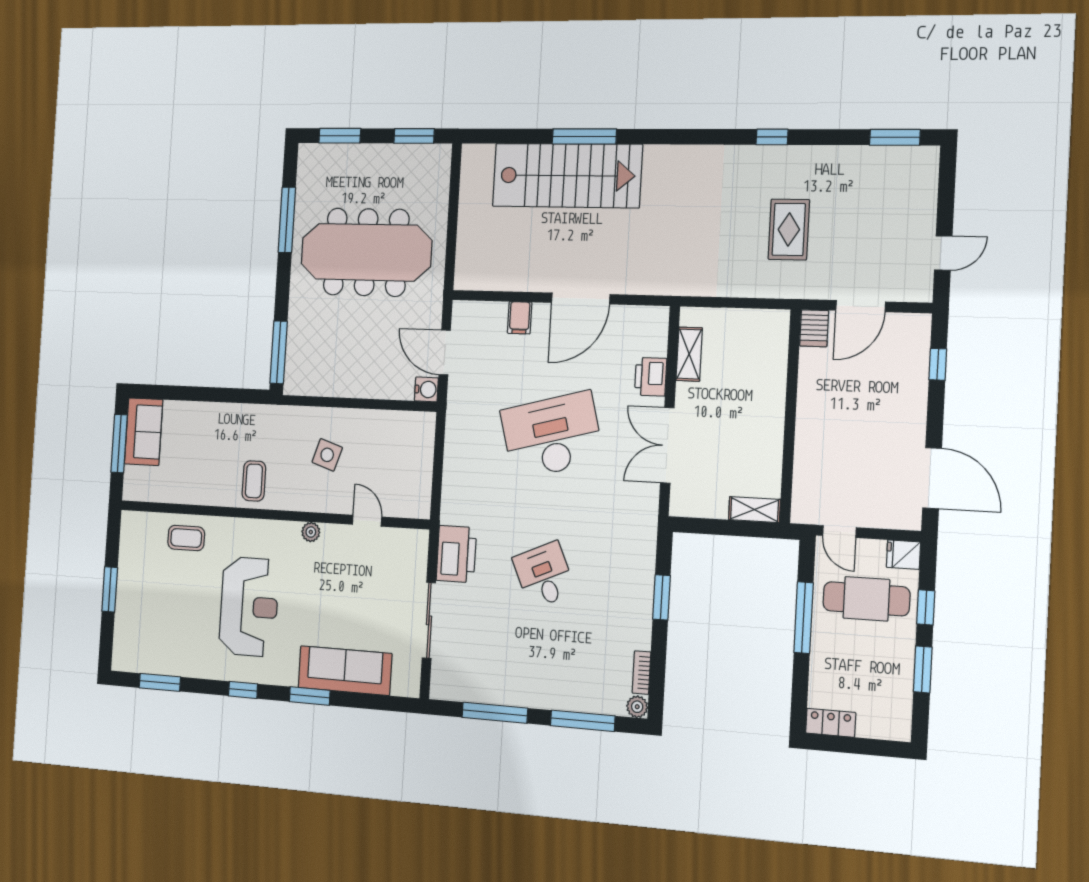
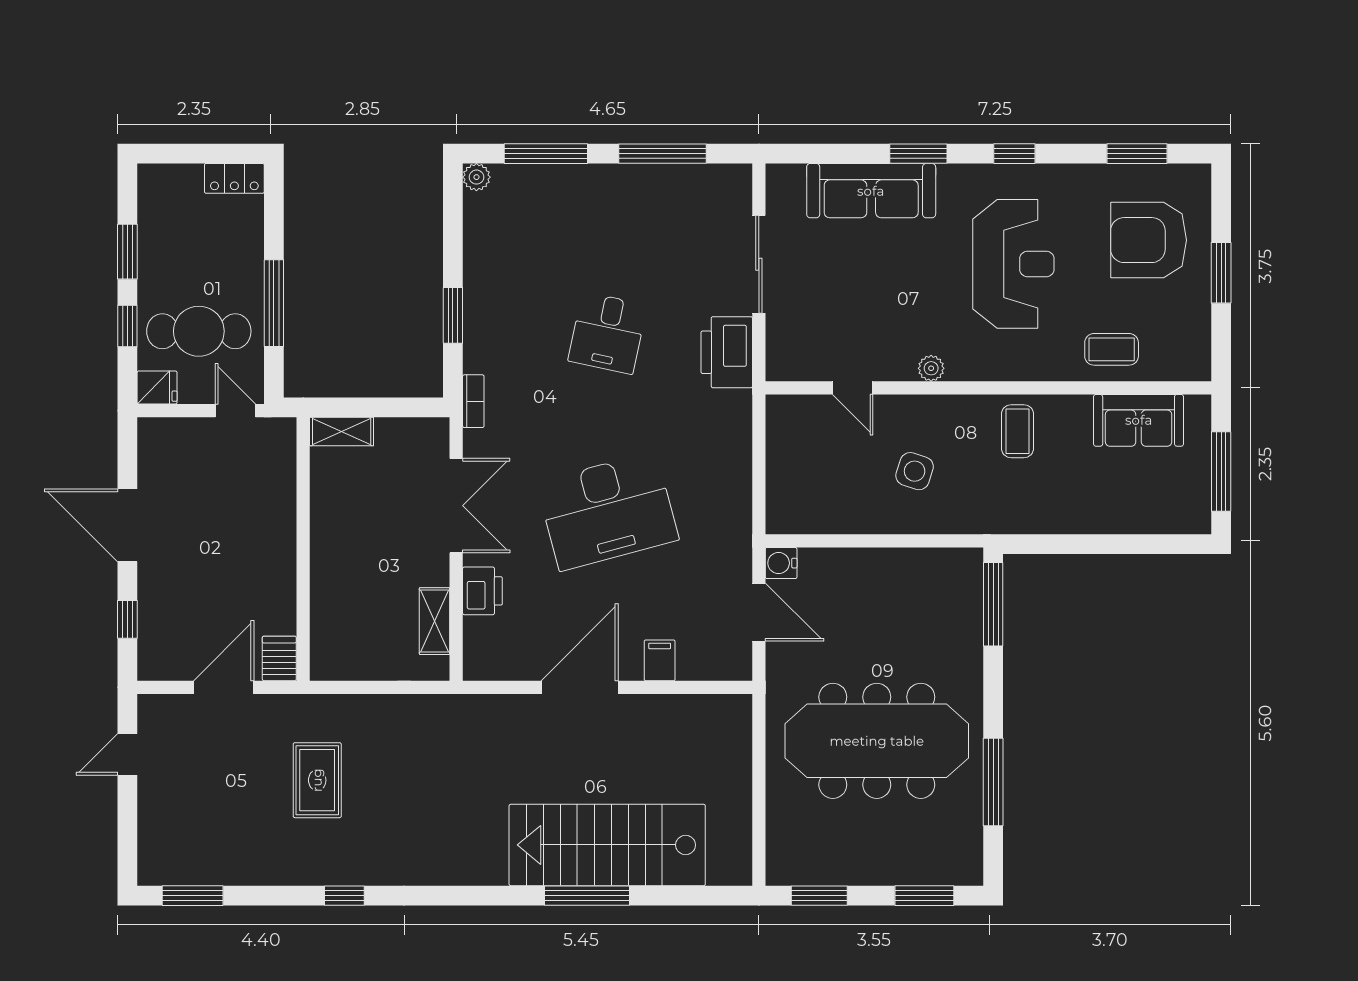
sofa: (144, 432) -> (1139, 420), moved, turned -90
door: (932, 478) -> (127, 525), moved
desk: (544, 575) -> (608, 333), turned 36
reception desk: (249, 607) -> (1013, 264), turned 180
armchair: (156, 617) -> (1149, 240), added
bookcase: (642, 673) -> (473, 401), moved

